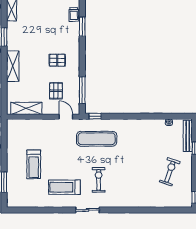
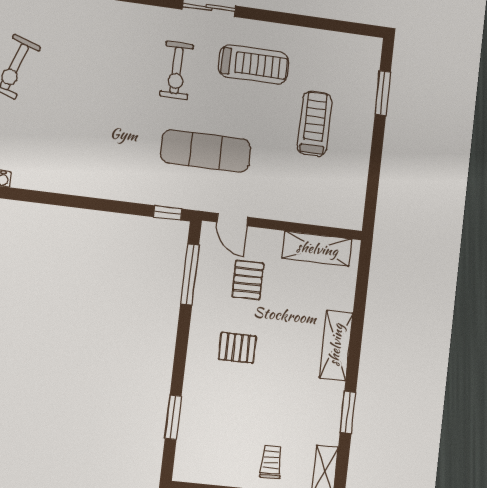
trolley: (74, 14) -> (271, 462), moved
exercise mat: (97, 139) -> (206, 151), moved

